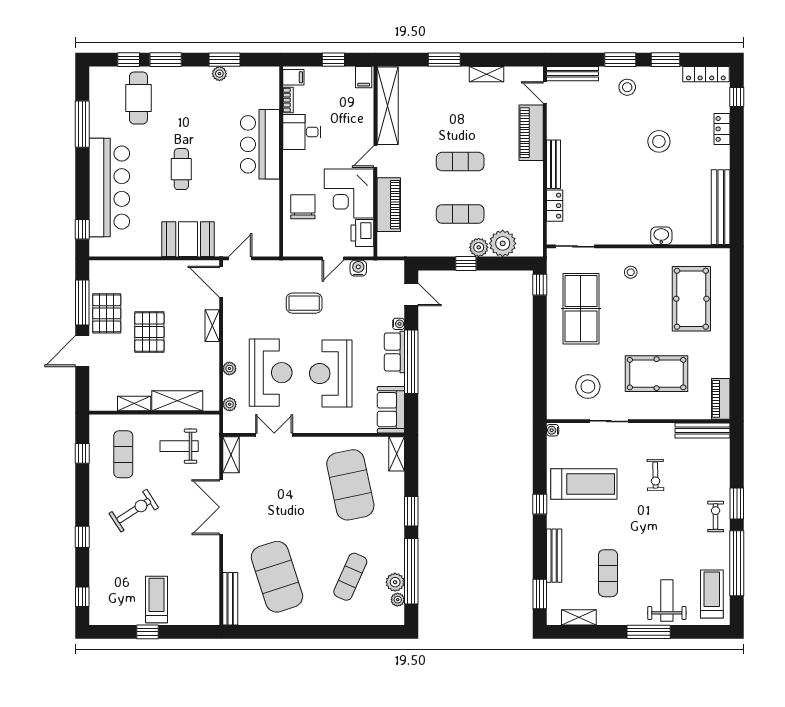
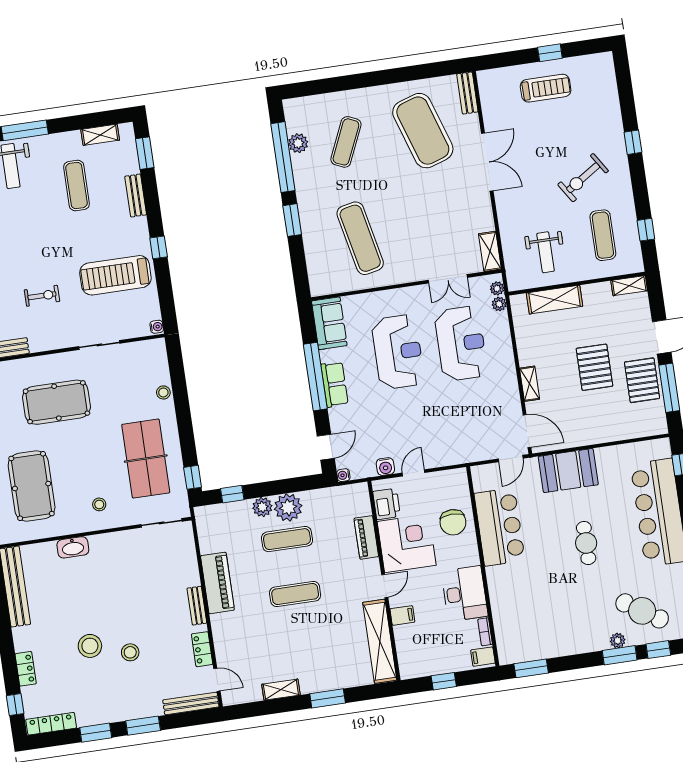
window: (224, 60) -> (531, 668), moved
plant: (219, 74) -> (618, 641), moved
filing cabinet: (364, 77) -> (402, 615), moved, turned 90
stool: (627, 87) -> (130, 652), moved
cafe table: (138, 98) -> (642, 611), turned -57
desk: (302, 132) -> (465, 594), width x1.37
piano: (531, 133) -> (217, 583), moved
bar counter: (260, 144) -> (500, 527), moved
bench: (553, 164) -> (197, 606), width x0.73
piano: (389, 205) -> (366, 537), width x0.73, depth x0.75
locker: (555, 206) -> (202, 649), moved
washbasin: (661, 236) -> (73, 547), width x1.38
plant: (503, 243) -> (288, 507), moved
window: (466, 264) -> (232, 494), moved
door: (411, 295) -> (326, 447), swing flipped
coffee table: (304, 303) -> (437, 422), removed
water cooler: (399, 324) -> (343, 475), moved
plant: (229, 369) -> (497, 288), moved
reception desk: (271, 373) -> (461, 344), turned 180
stool: (588, 387) -> (163, 392), moved, width x0.53, depth x0.53
shelving: (134, 403) -> (629, 286), moved
weight bench: (179, 446) -> (546, 252), turned 90
shelving: (397, 454) -> (316, 278), removed
exercise bike: (655, 475) -> (42, 296), turned 91
exercise mat: (350, 485) -> (360, 238), width x0.68
double door: (221, 507) -> (487, 162), moved
bench: (554, 556) -> (136, 196), width x0.73
window: (82, 597) -> (624, 79), removed
treadmill: (156, 599) -> (546, 88), turned -90
bench: (230, 599) -> (467, 93), width x0.73
plant: (398, 600) -> (293, 125), removed

